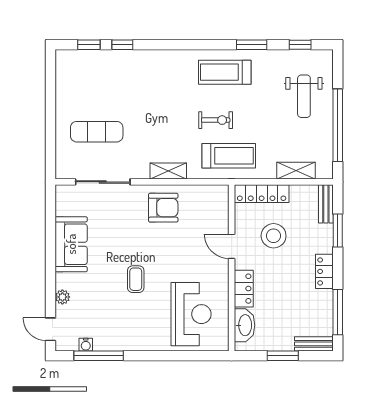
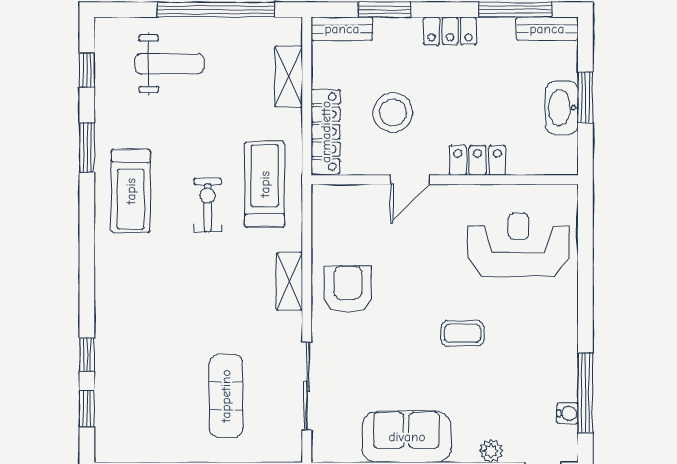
washbasin: (245, 325) -> (562, 108), moved, turned -90
bench: (314, 344) -> (547, 29), moved, turned 90

